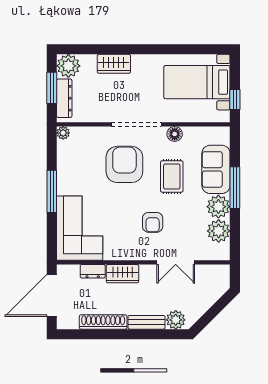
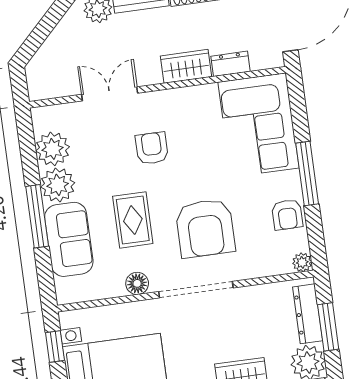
armchair: (69, 166) -> (287, 215), added

